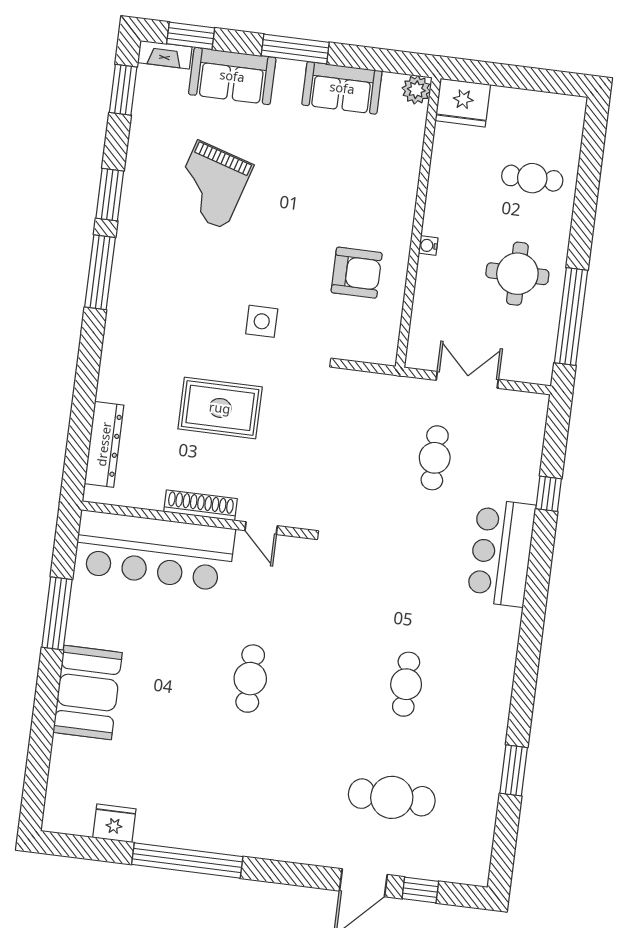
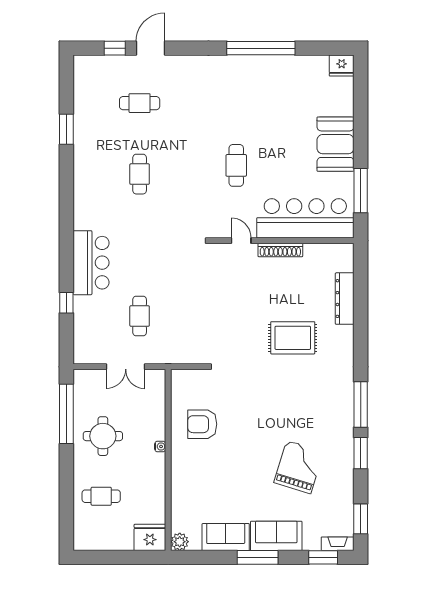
sofa: (232, 76) -> (276, 536), moved
side table: (262, 321) -> (257, 387), removed
rug: (220, 408) -> (293, 338), moved
shoe rack: (201, 505) -> (280, 250), moved
wall: (195, 520) -> (282, 241), moved
door: (261, 528) -> (241, 241), moved
bar counter: (154, 551) -> (305, 218), moved
cafe table: (392, 797) -> (140, 103), width x0.73, depth x0.74
fridge: (114, 823) -> (342, 66), moved

